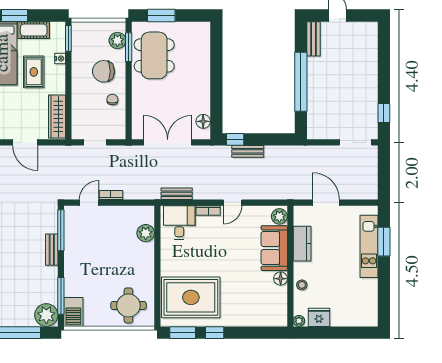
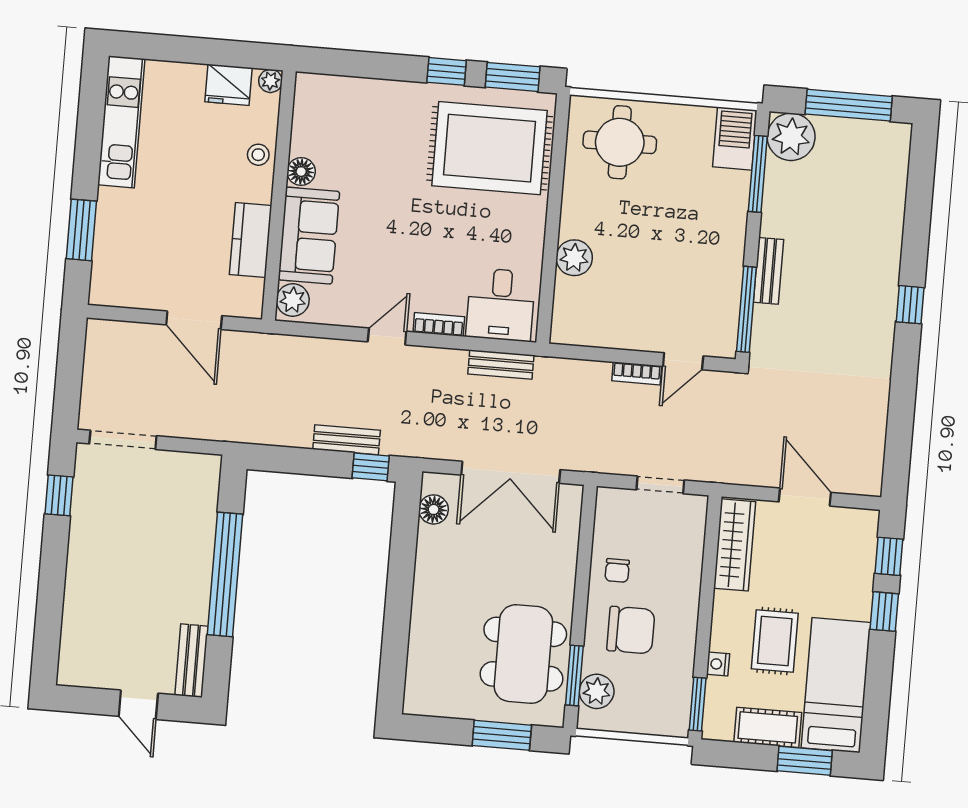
plant: (146, 233) -> (574, 258), moved
kitchen unit: (369, 246) -> (121, 122), moved

